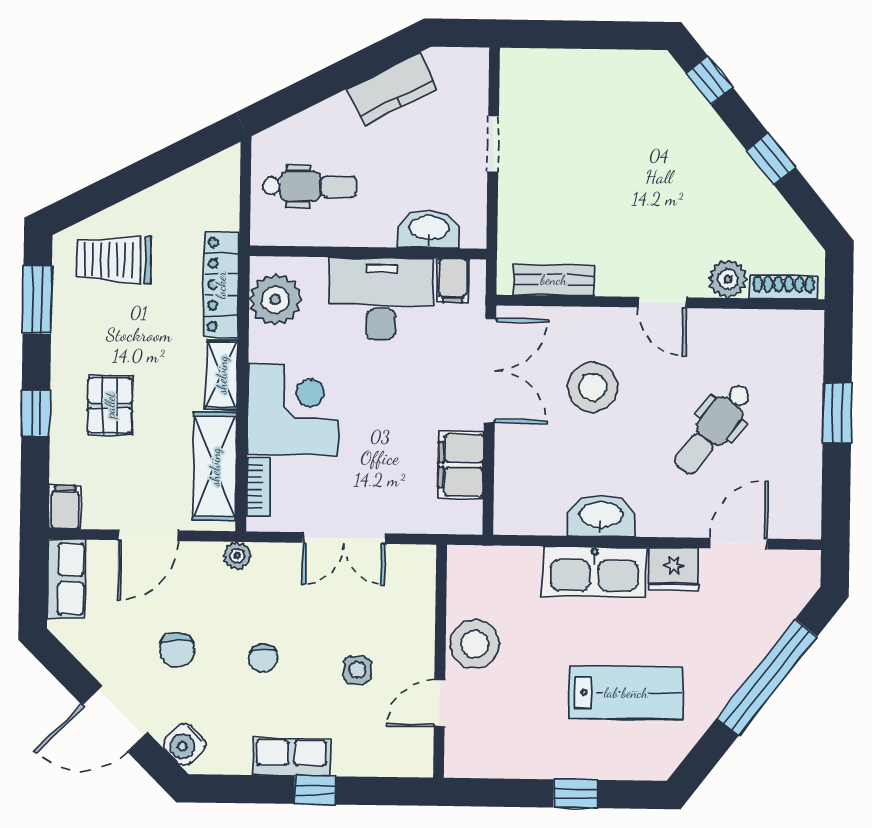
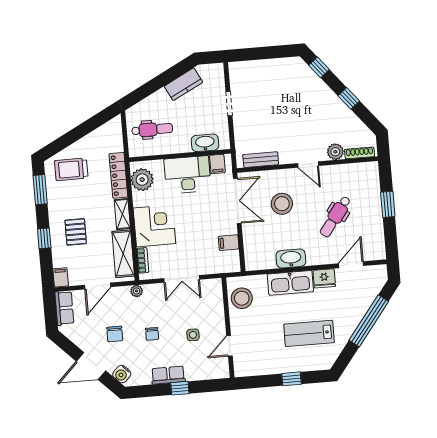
filing cabinet: (461, 465) -> (229, 243), width x0.50
stool: (475, 644) -> (242, 298), moved
lab bench: (626, 693) -> (309, 333), turned 180

